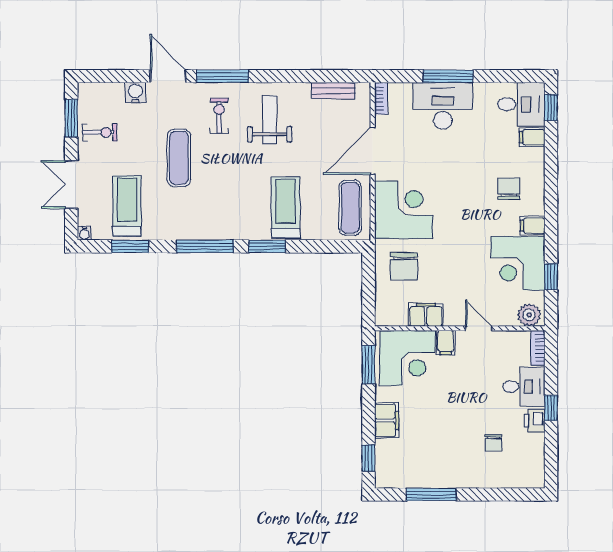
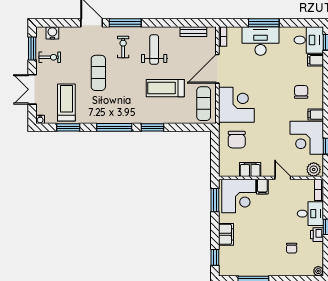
water cooler: (136, 93) -> (52, 33), moved
treadmill: (286, 207) -> (165, 88), moved, turned -90
plant: (537, 480) -> (318, 271), added

